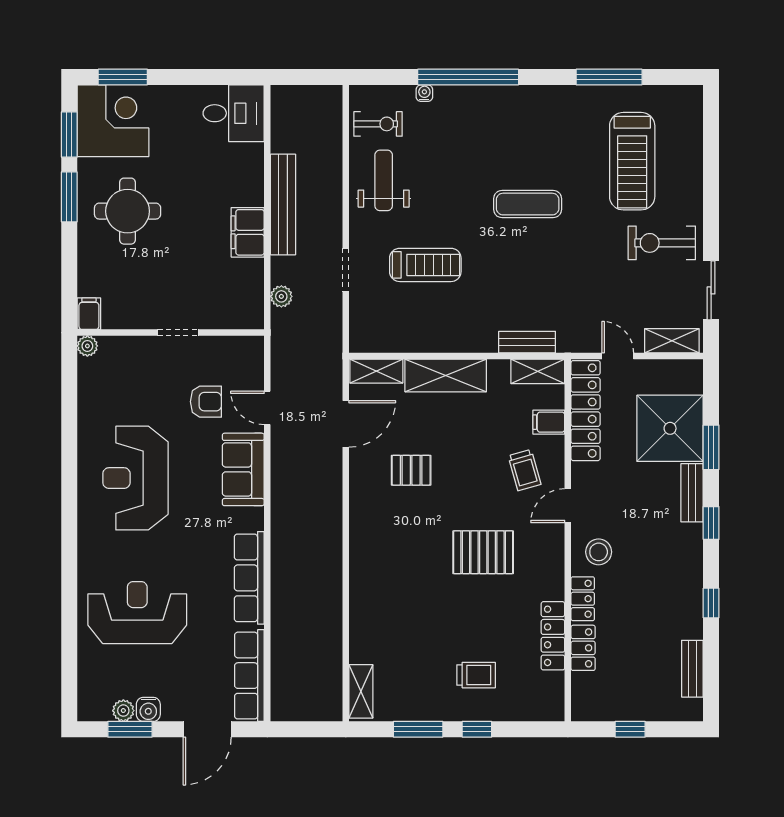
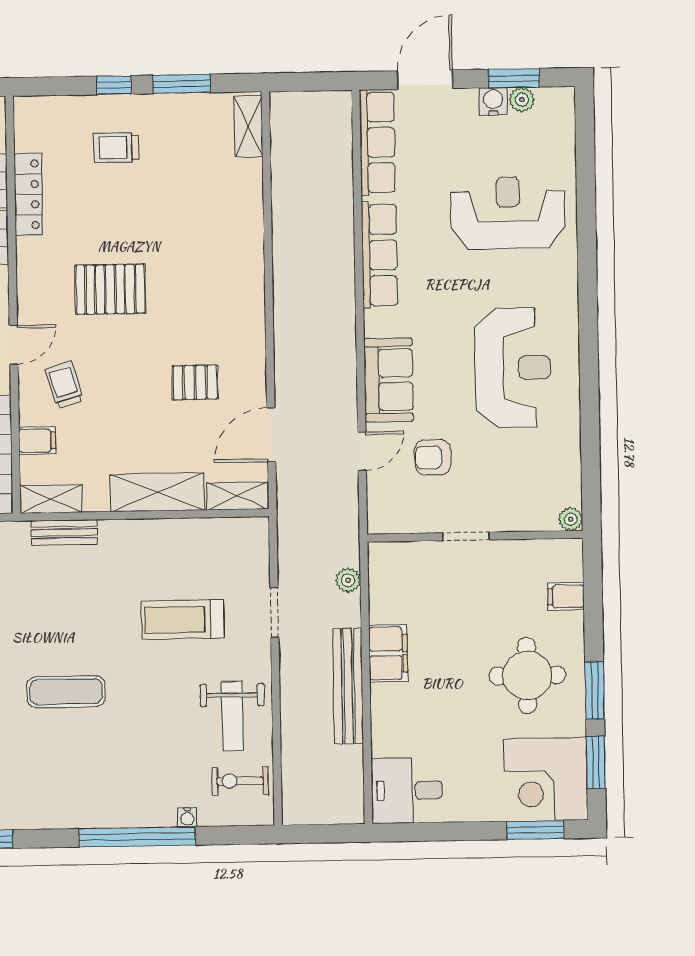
filing cabinet: (89, 314) -> (566, 596), moved, turned 90
door: (267, 408) -> (362, 451), hinge flipped
reception desk: (137, 613) -> (508, 213), turned 180

